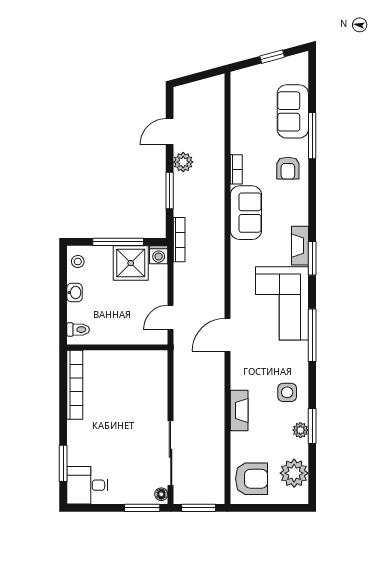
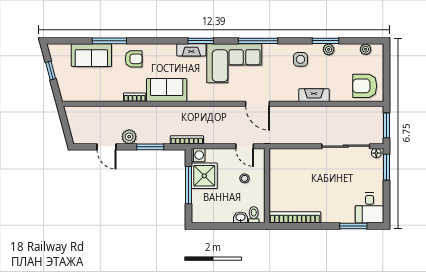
stool: (78, 262) -> (245, 178), moved
washbasin: (75, 293) -> (240, 218), moved
plant: (294, 473) -> (366, 49), width x0.53, depth x0.53
armchair: (252, 479) -> (365, 86), turned -90

